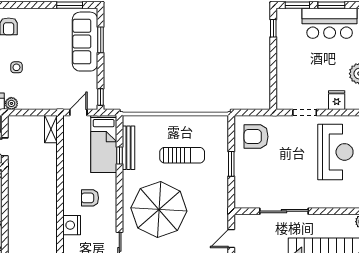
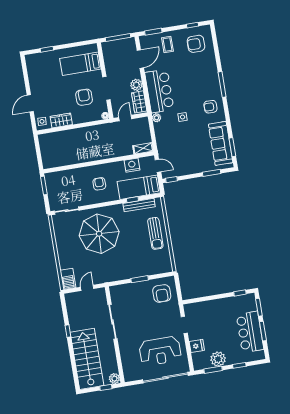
sofa: (85, 42) -> (221, 143), moved, turned -90
armchair: (256, 137) -> (162, 293), turned 180
sun lounger: (182, 155) -> (155, 233), moved
nightstand: (72, 225) -> (132, 165), moved
door: (231, 238) -> (87, 288), hinge flipped

